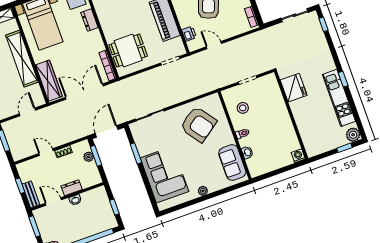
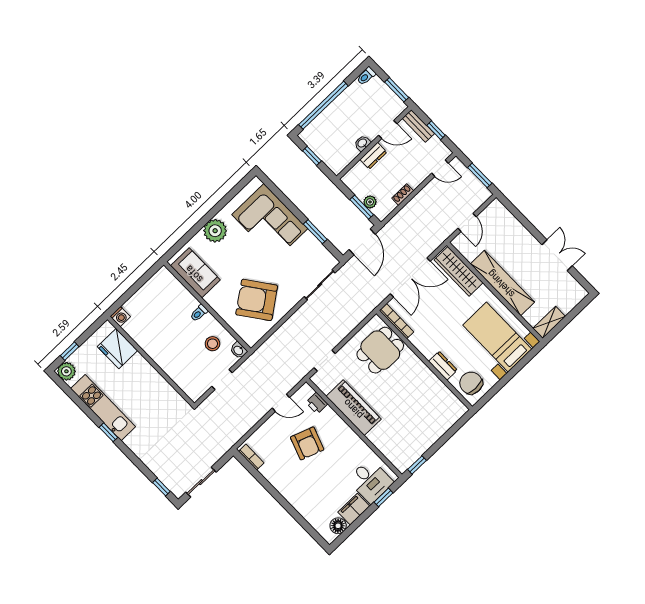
fridge: (294, 88) -> (117, 349), moved
door: (46, 152) -> (440, 168), moved
washbasin: (247, 152) -> (238, 350), moved
plant: (203, 191) -> (215, 231), width x1.87, depth x1.87

